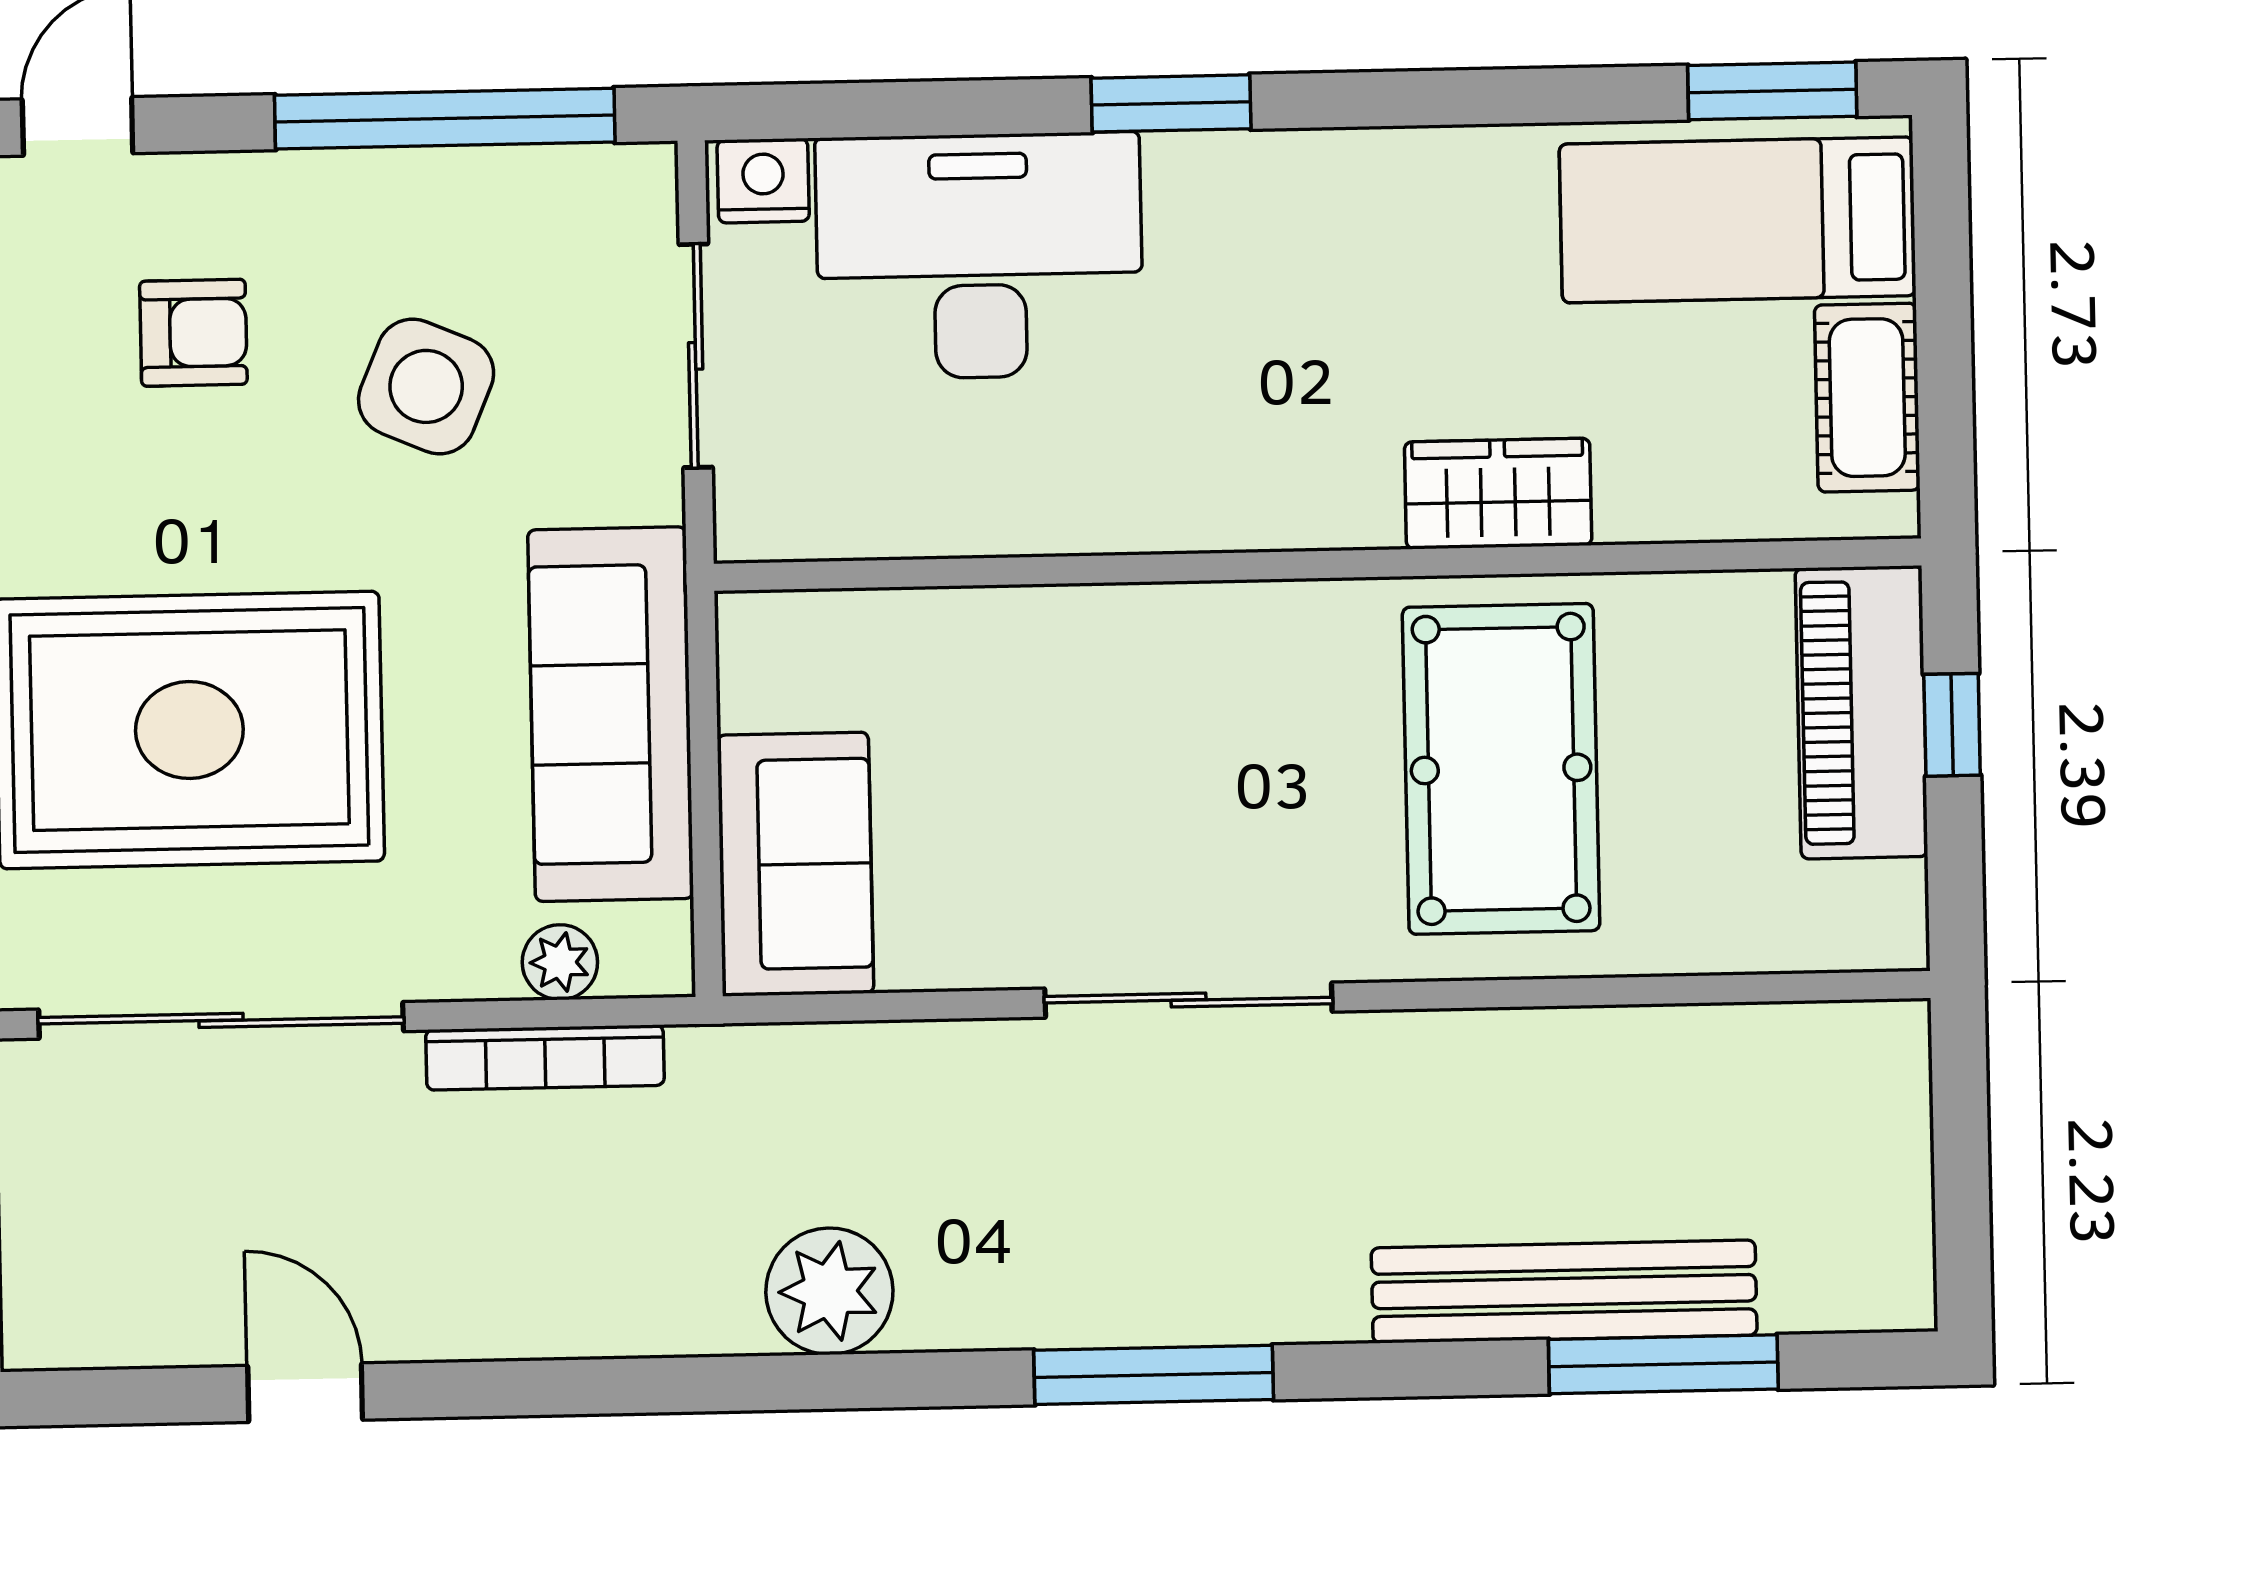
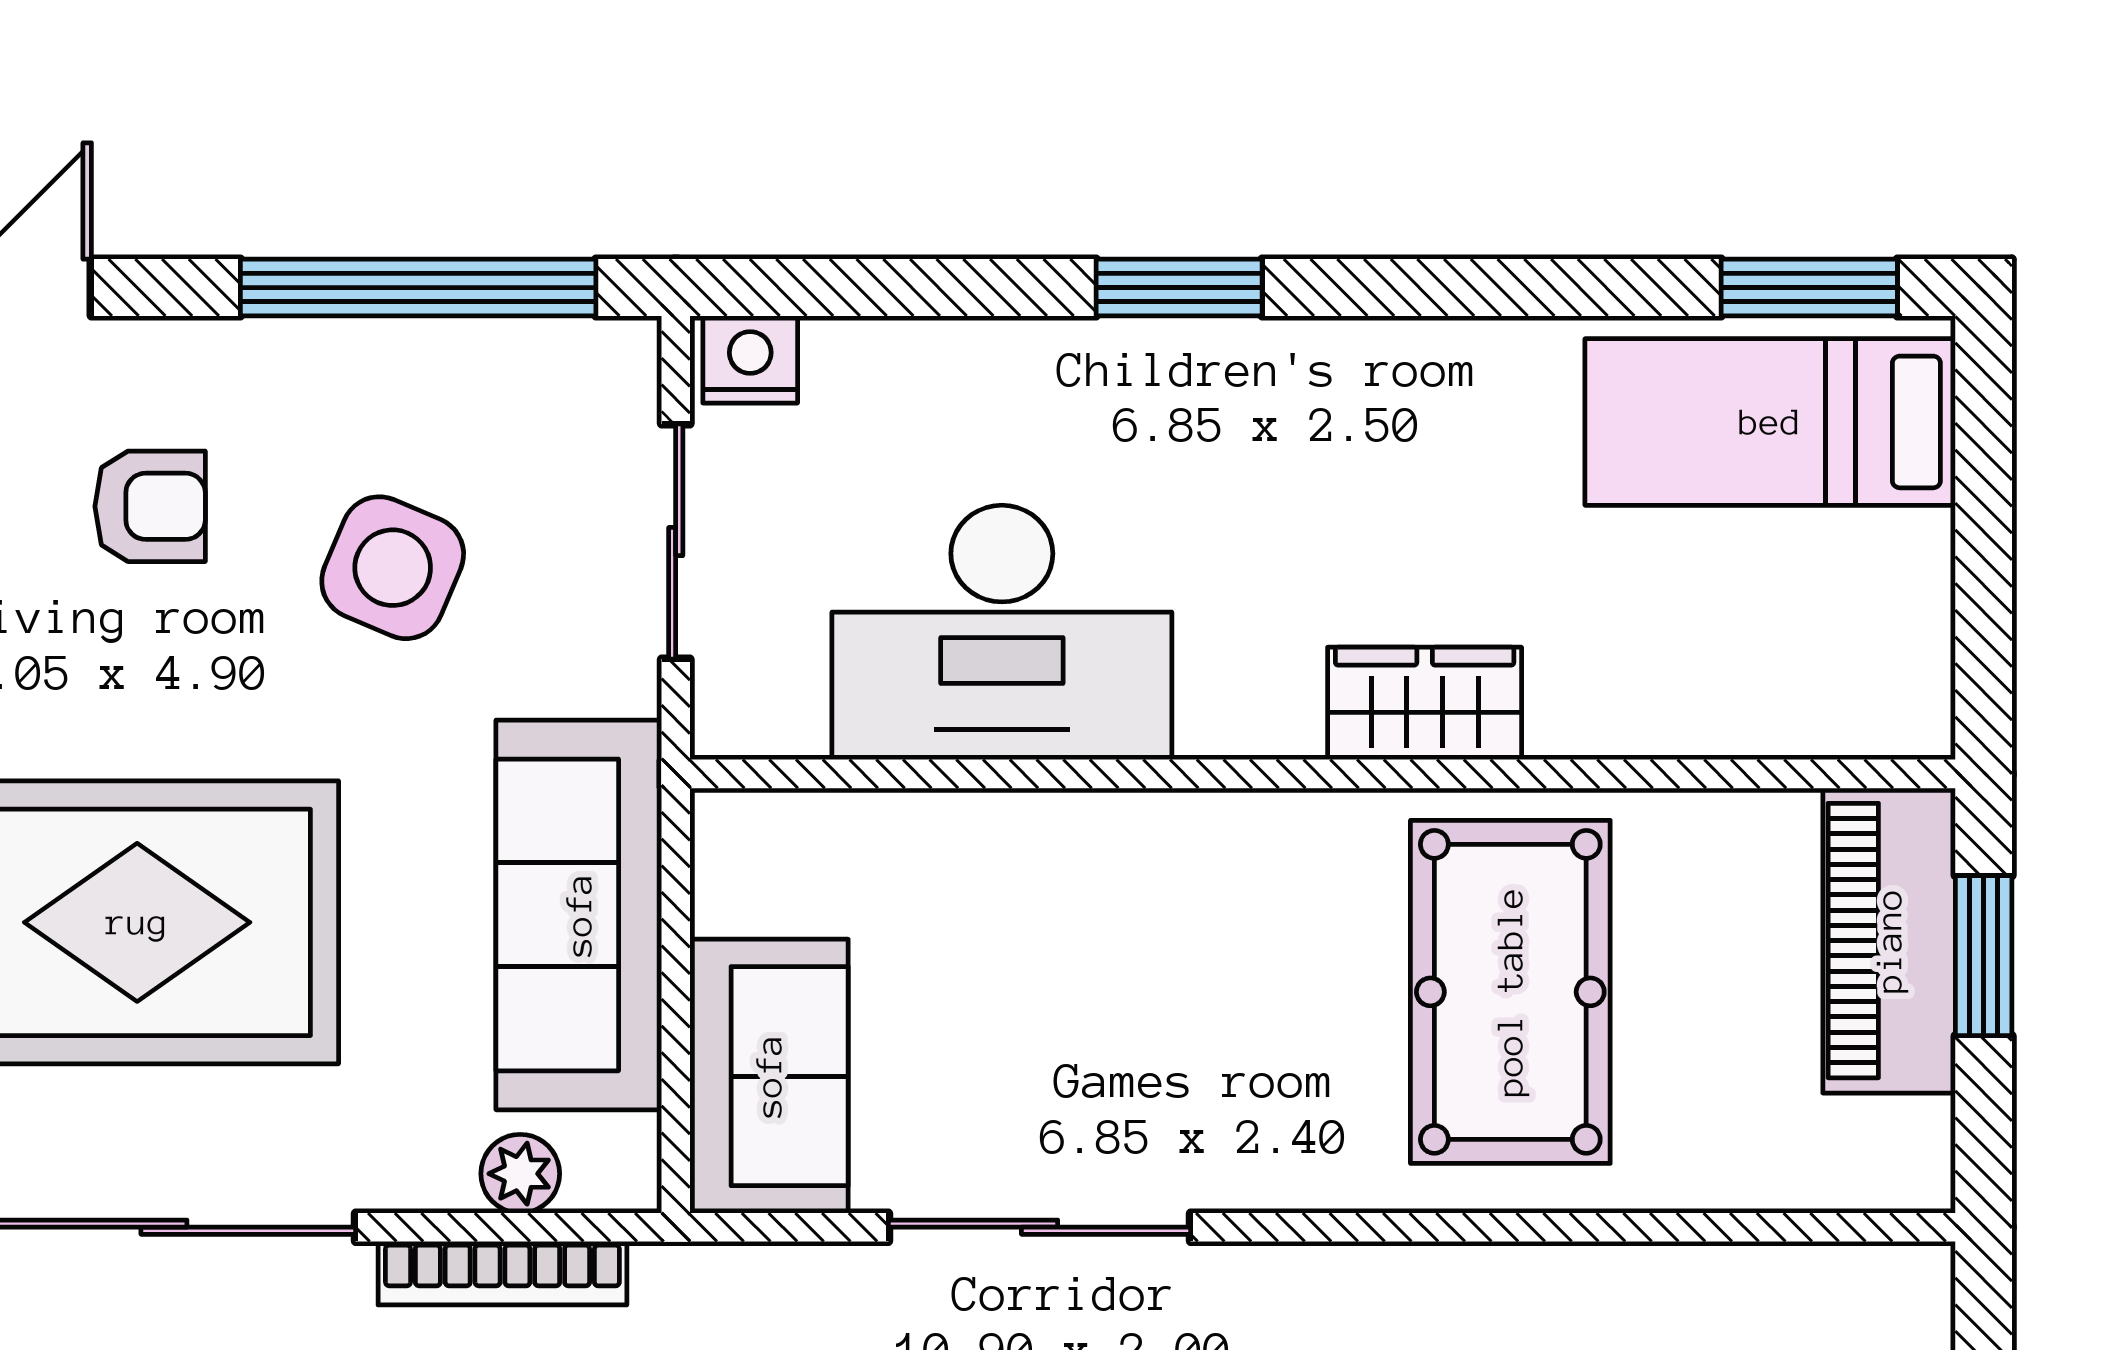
desk: (979, 256) -> (1002, 632), moved, turned 180
cot: (1867, 398) -> (1902, 611), removed
wardrobe: (1498, 494) -> (1425, 703), moved
window: (1952, 725) -> (1984, 956), width x1.50
sliding door: (1188, 1000) -> (1040, 1227), moved

